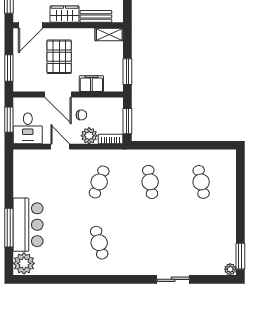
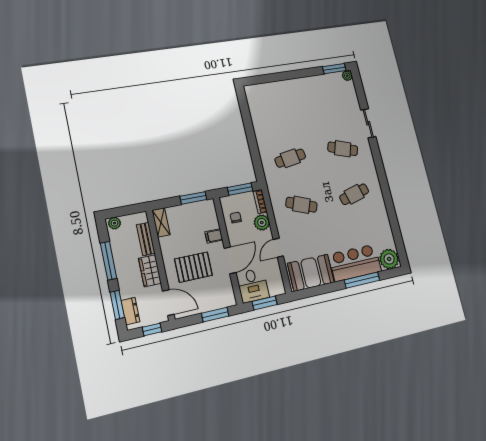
filing cabinet: (91, 84) -> (214, 236), width x0.50
chair: (81, 115) -> (236, 218), moved
desk: (28, 128) -> (253, 285), moved, turned 90
booth: (28, 175) -> (311, 273), added
cafe table: (201, 182) -> (343, 149), moved, turned 30

